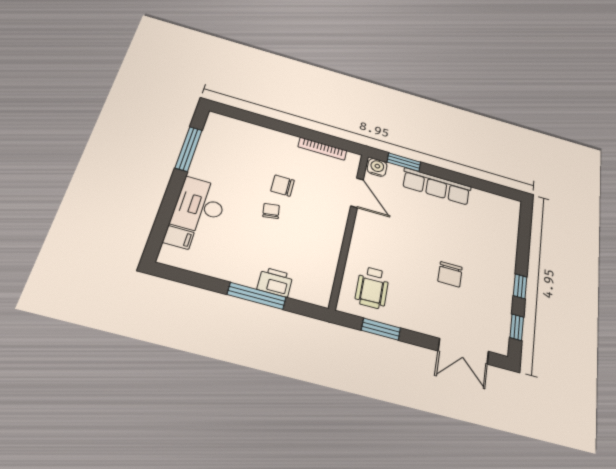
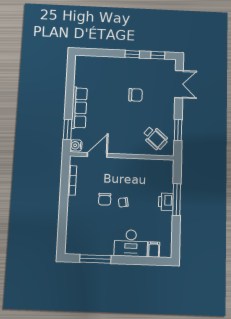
printer: (275, 282) -> (166, 202), moved
wheelchair: (372, 288) -> (155, 138), turned 42

